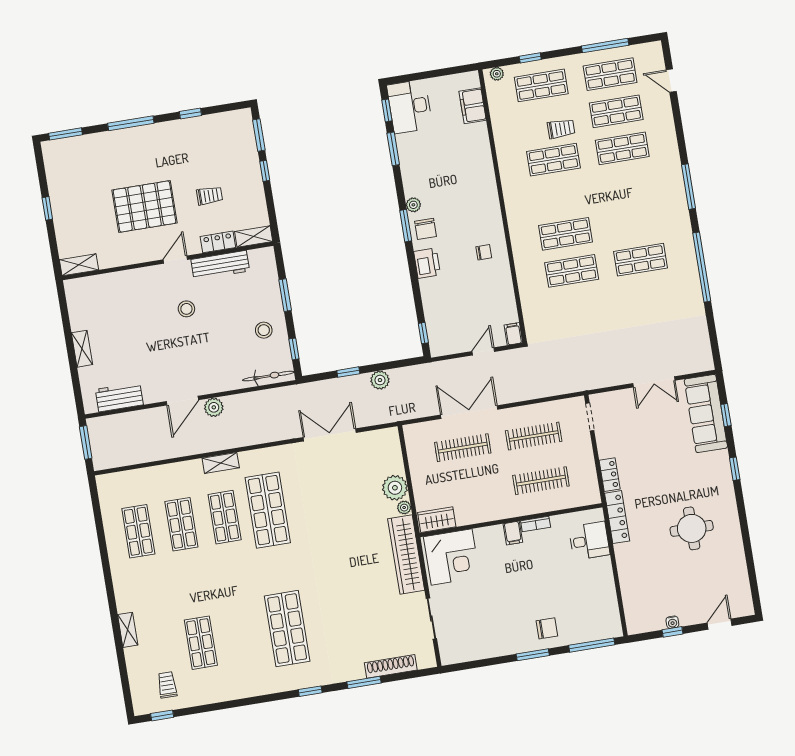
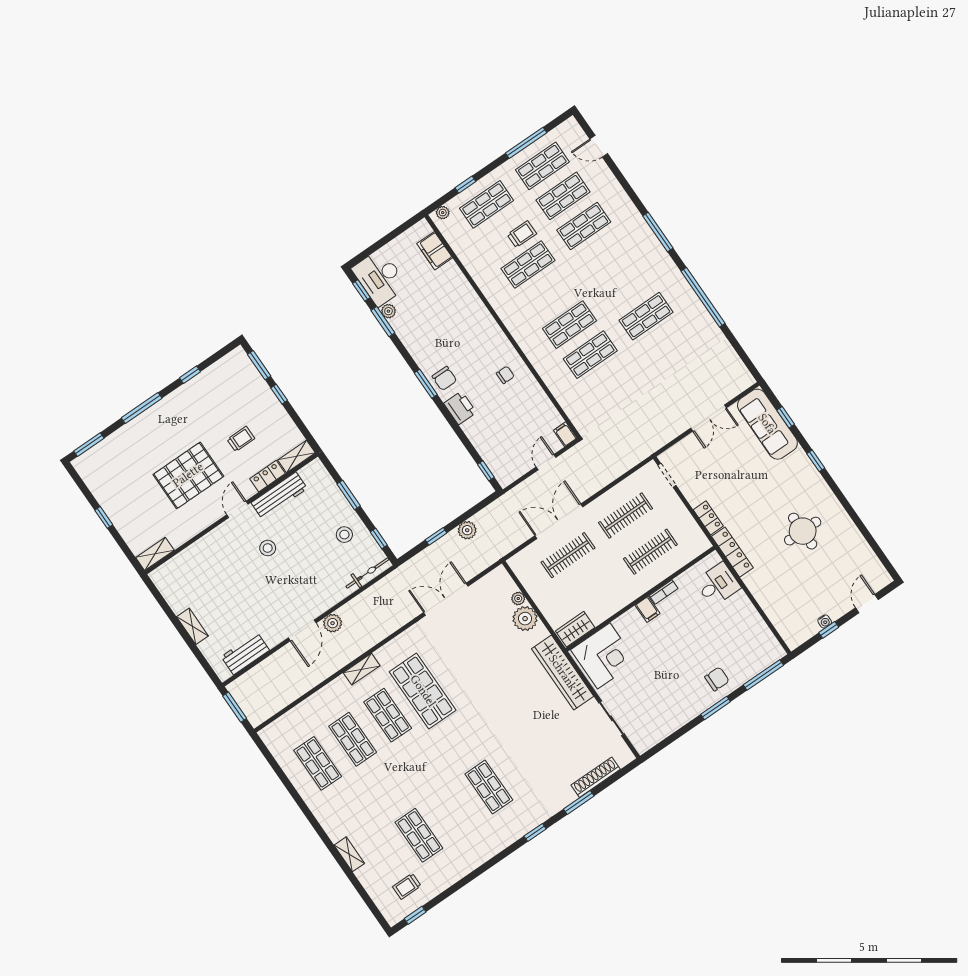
plant: (413, 205) -> (388, 311), moved
plant: (404, 508) -> (518, 599), moved
shop shelf: (287, 629) -> (489, 787), width x0.70, depth x0.74
trolley: (167, 685) -> (407, 886), turned -90

